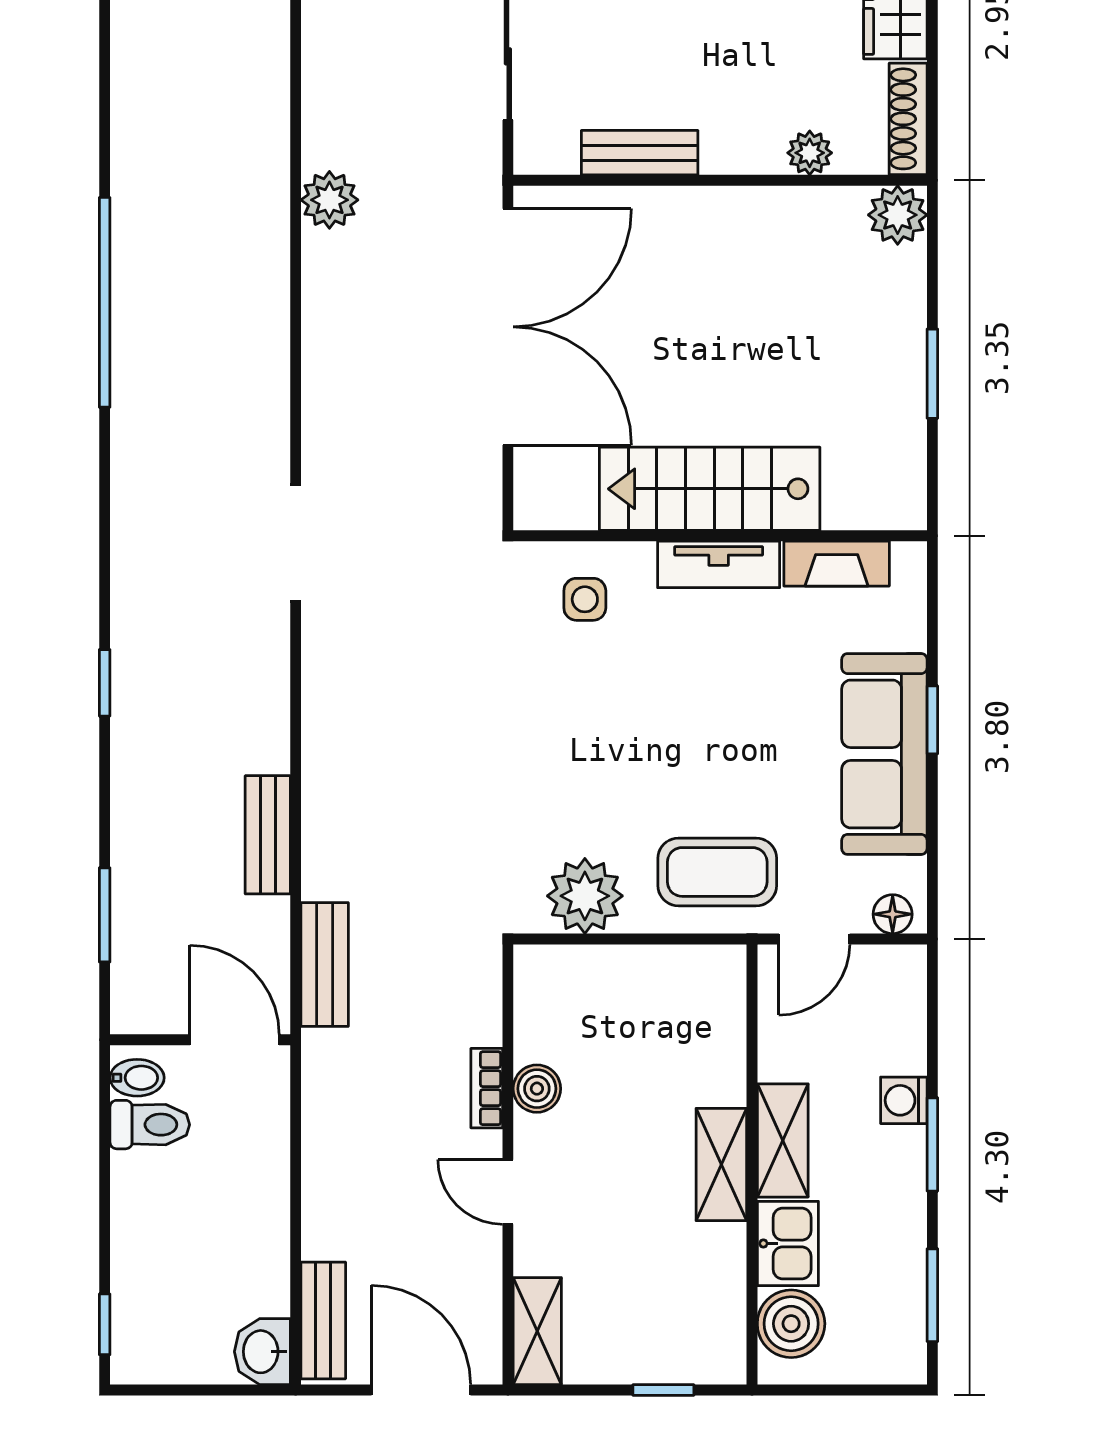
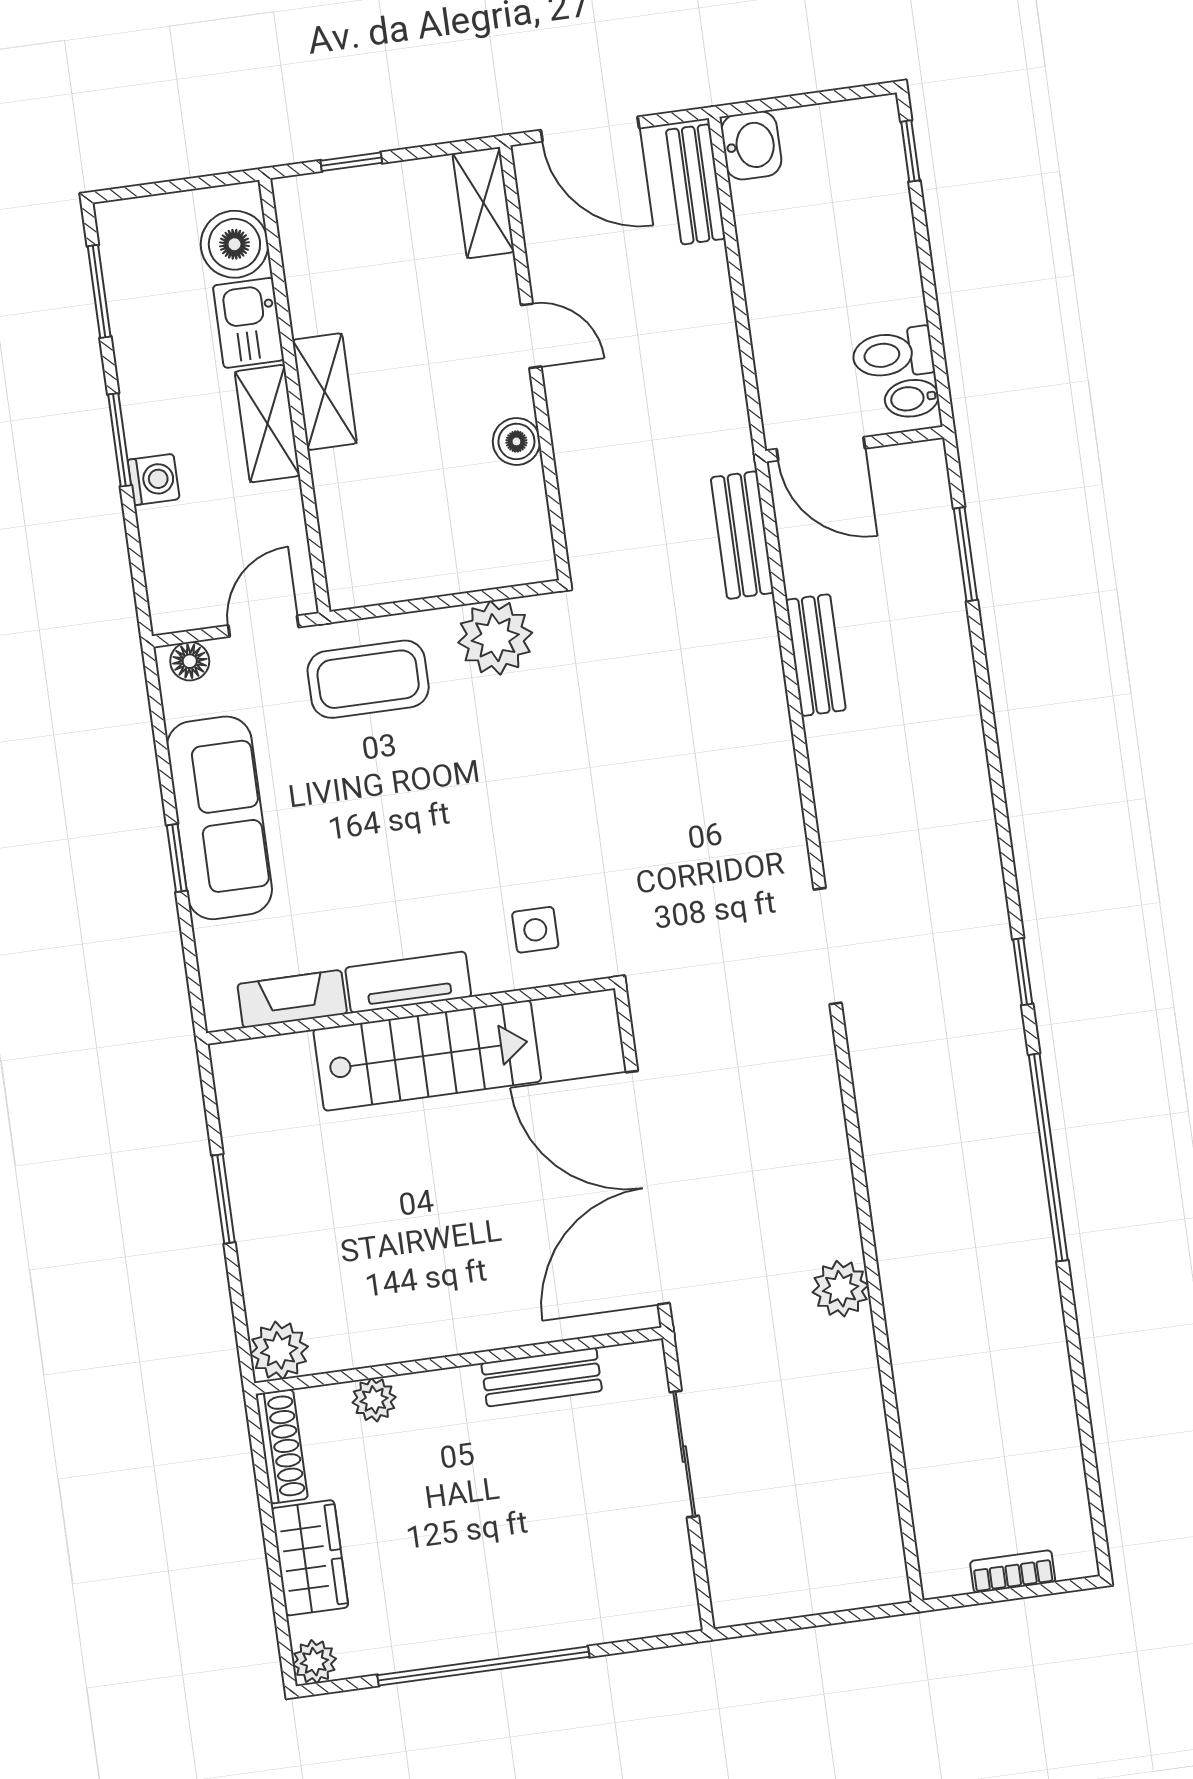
window: (105, 683) -> (1023, 972), moved
bookcase: (487, 1088) -> (566, 435), removed

